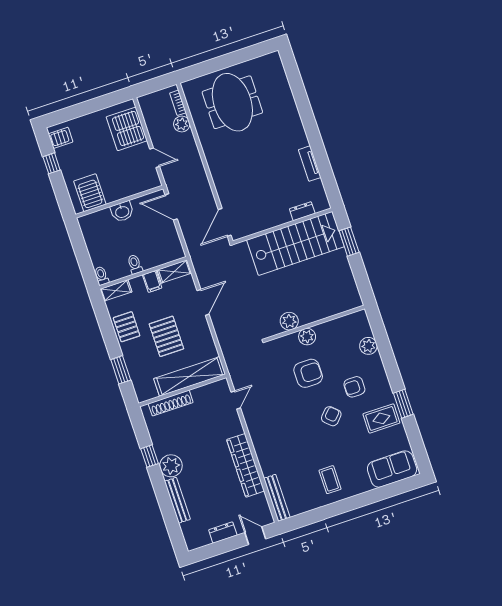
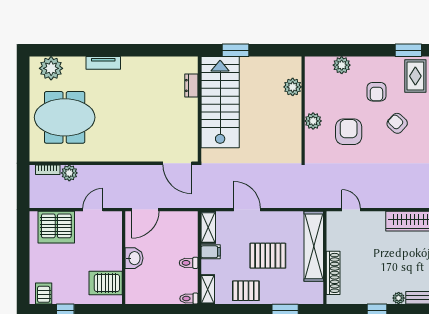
plant: (274, 74) -> (51, 68), added
tv unit: (310, 164) -> (103, 63), moved
plant: (289, 321) -> (293, 87), moved
plant: (171, 466) -> (399, 298), width x0.53, depth x0.53

